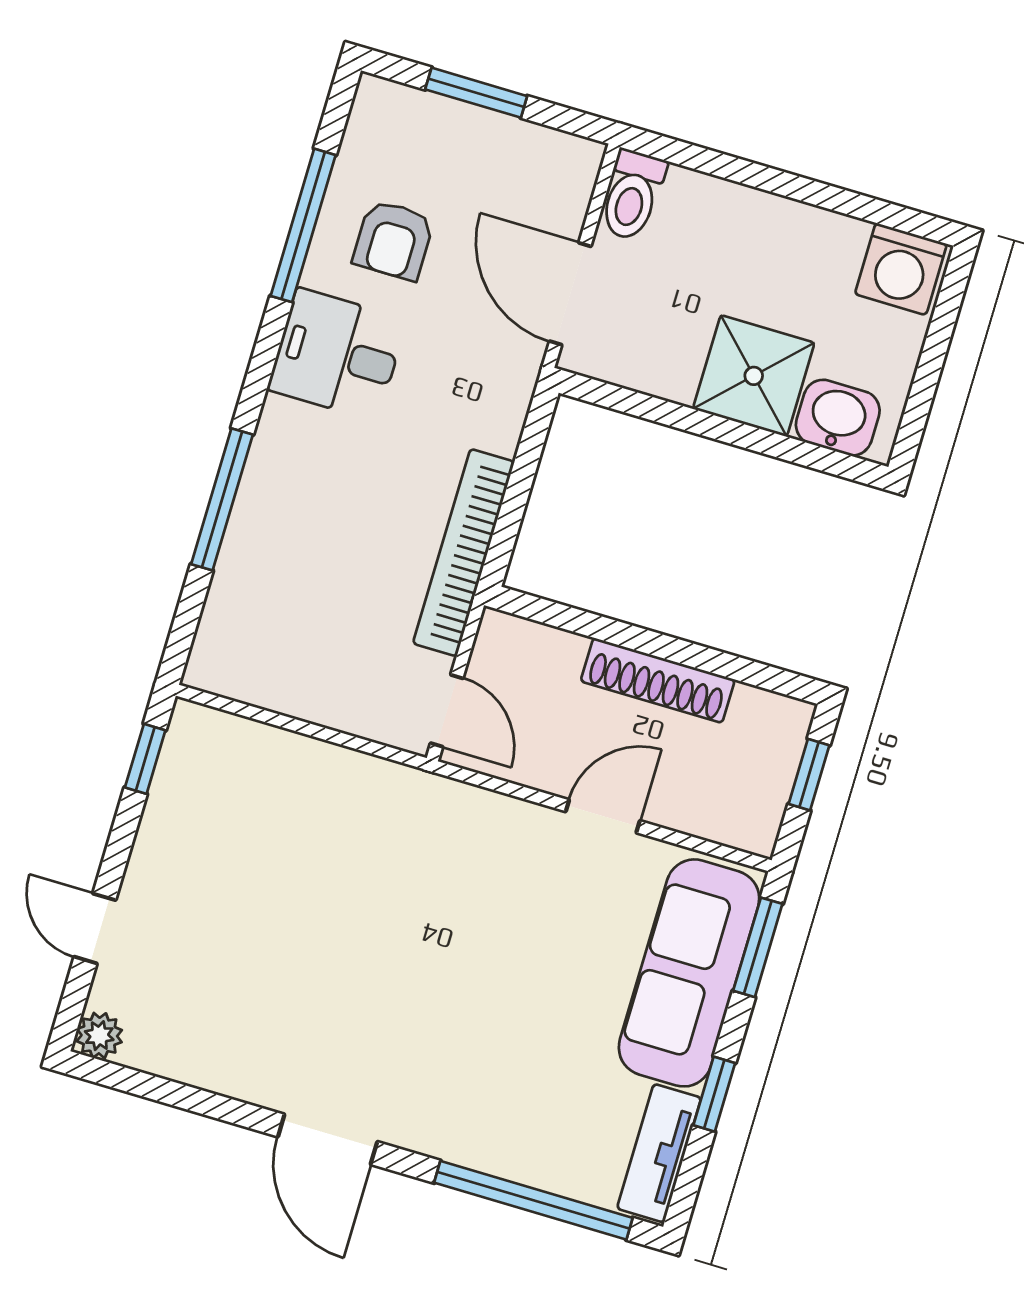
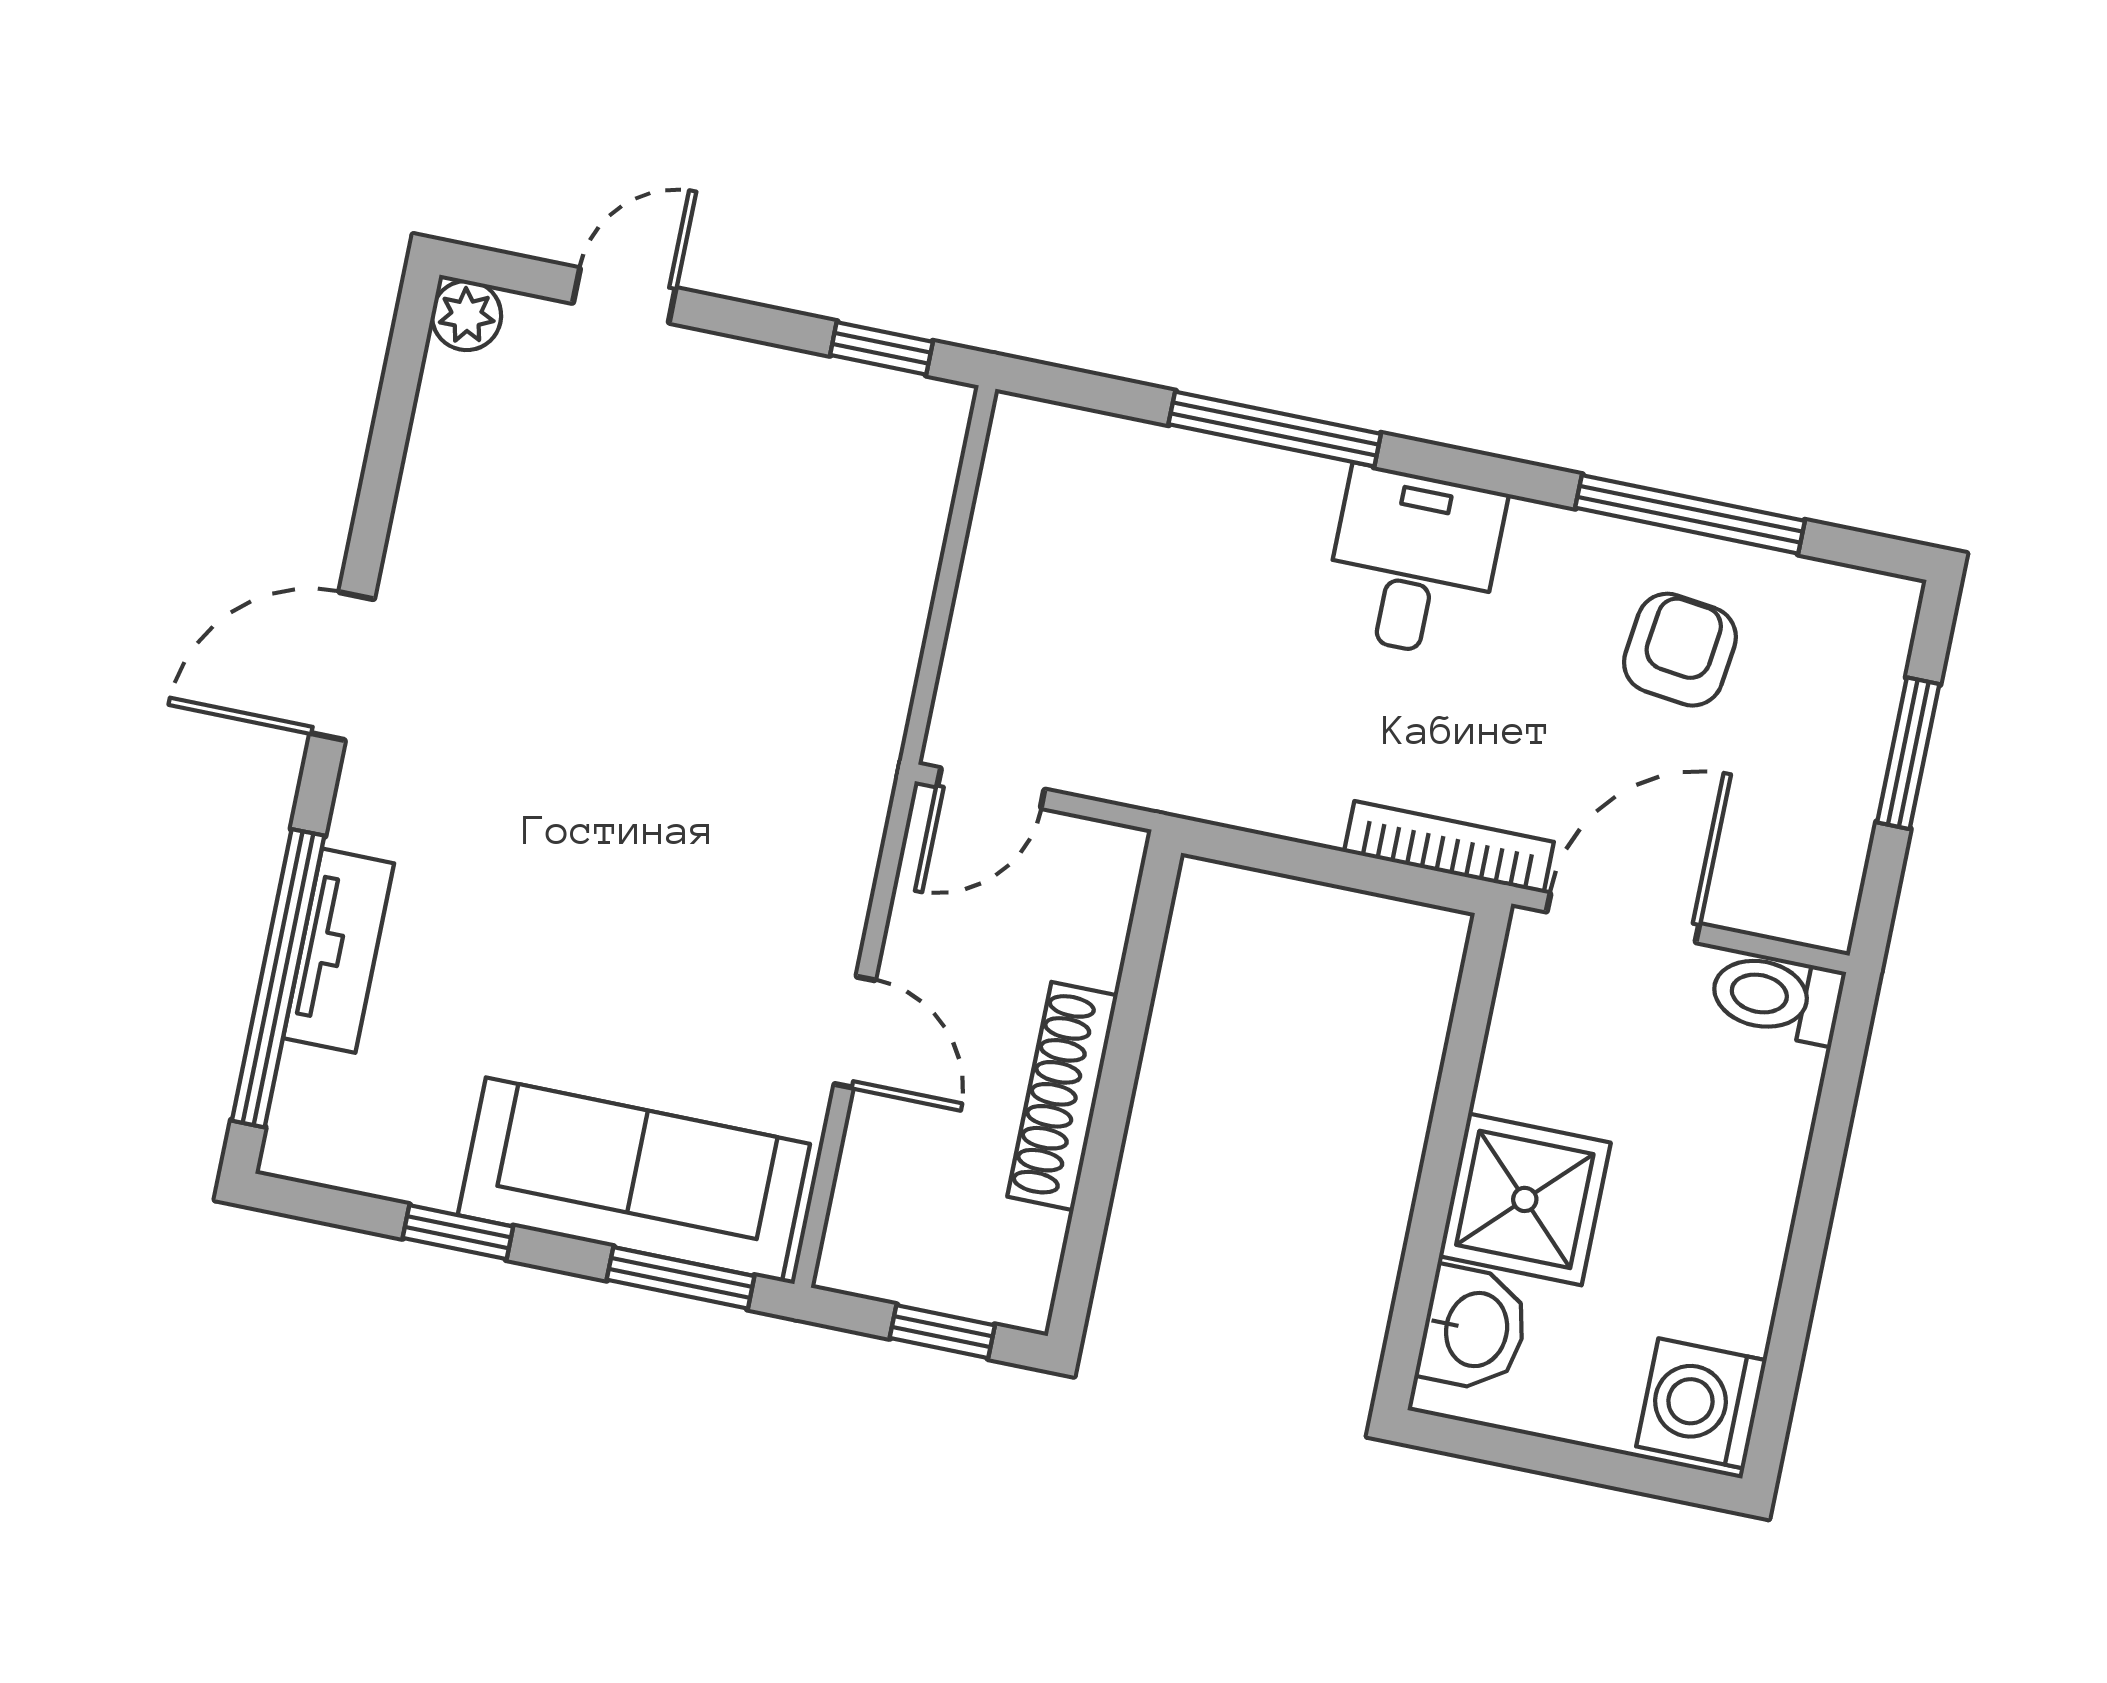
armchair: (393, 240) -> (1680, 650), turned 97
desk: (337, 354) -> (1414, 562), moved
bookcase: (464, 553) -> (1449, 847), moved, width x0.68, depth x0.76
tv unit: (659, 1153) -> (339, 951), moved, turned 90

